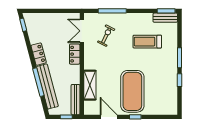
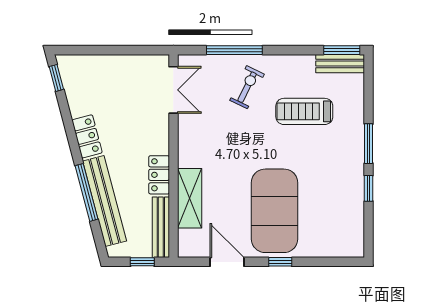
double door: (82, 31) -> (173, 90), swing flipped
exercise bike: (106, 36) -> (247, 87), moved
locker: (75, 54) -> (159, 175), moved

